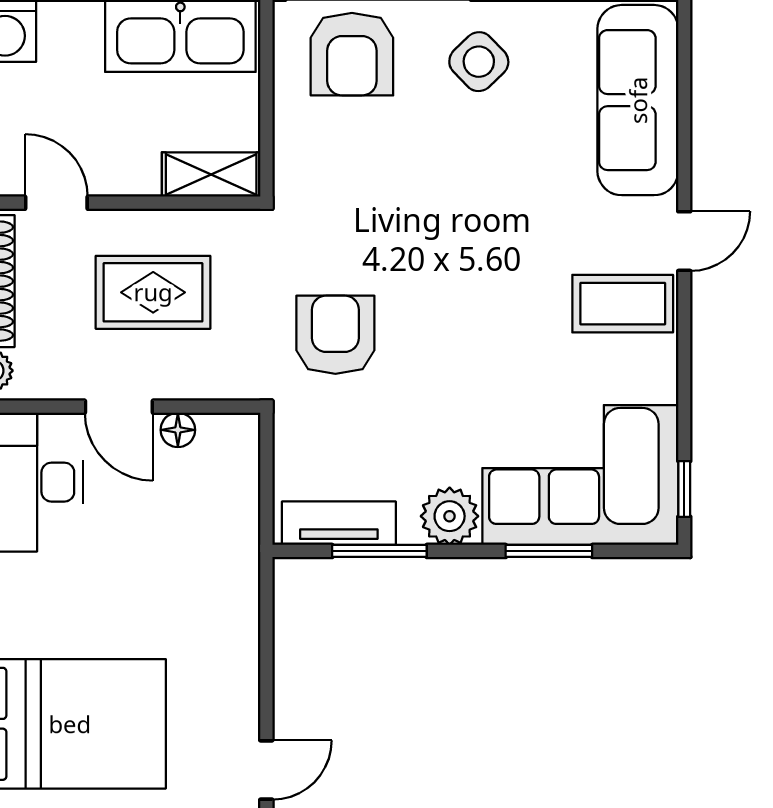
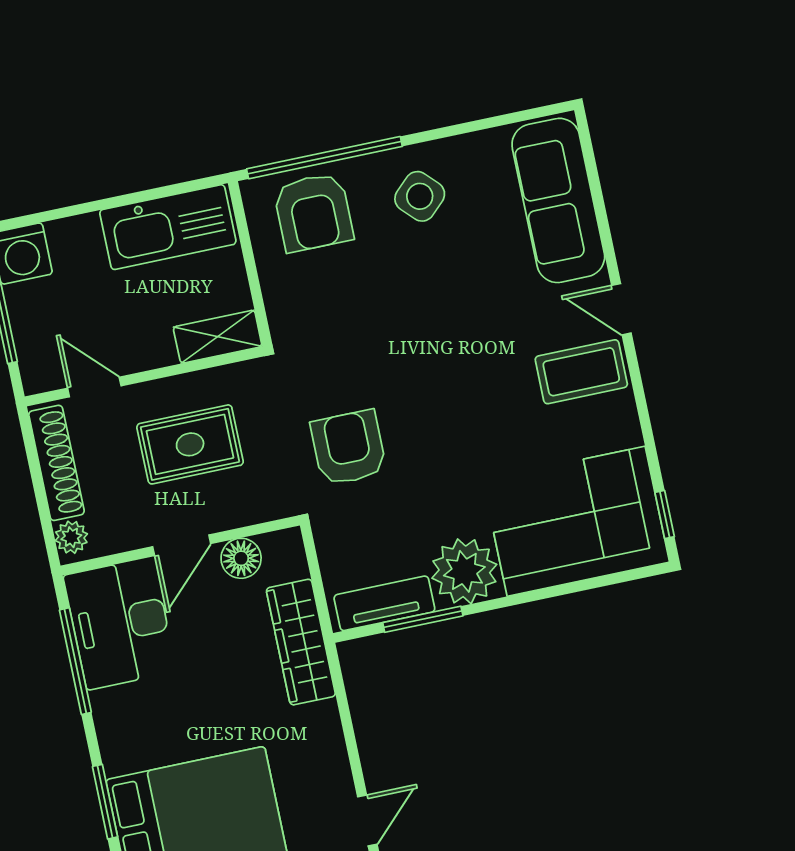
door: (684, 241) -> (621, 309), swing flipped
door: (119, 407) -> (182, 545), hinge flipped
floor lamp: (178, 430) -> (241, 558), width x1.37, depth x1.37
plant: (450, 516) -> (464, 571), width x1.36, depth x1.36
wardrobe: (233, 548) -> (301, 642), added
window: (549, 551) -> (563, 590), removed

